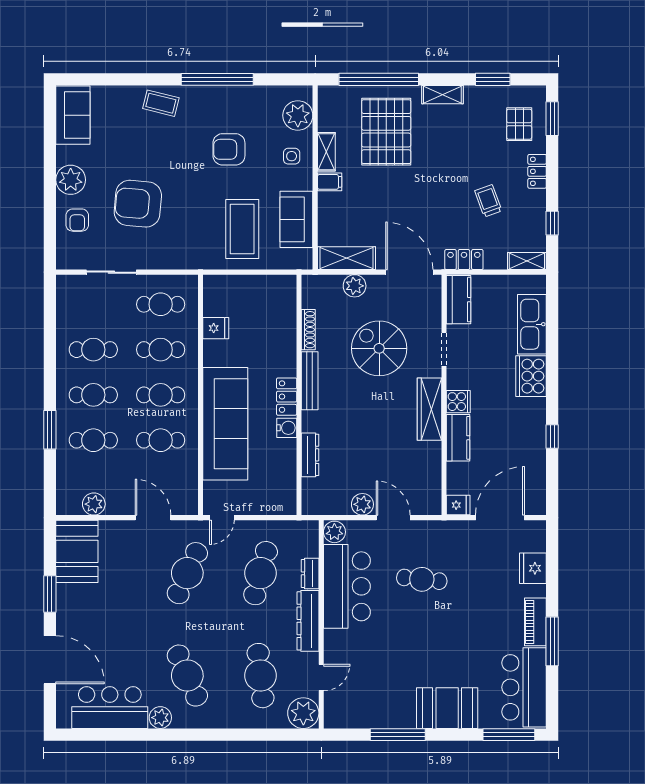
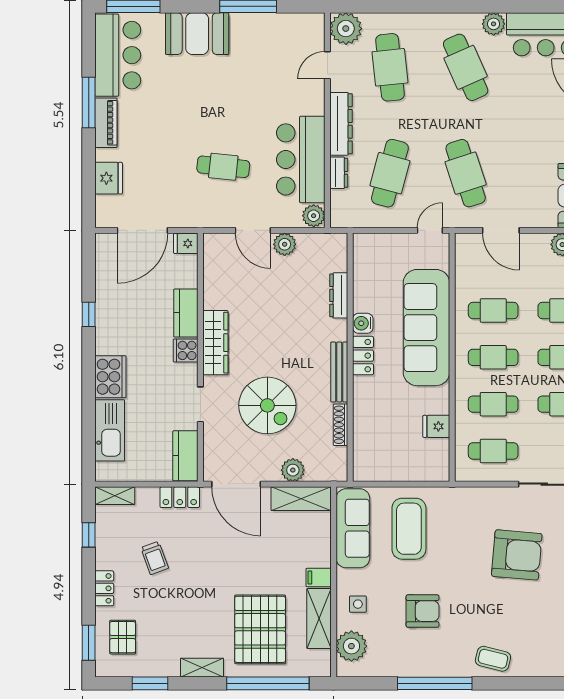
shelving: (326, 152) -> (319, 619), width x1.50, depth x1.33
sofa: (296, 219) -> (353, 528), width x1.36
cafe table: (187, 573) -> (466, 173), turned -42

